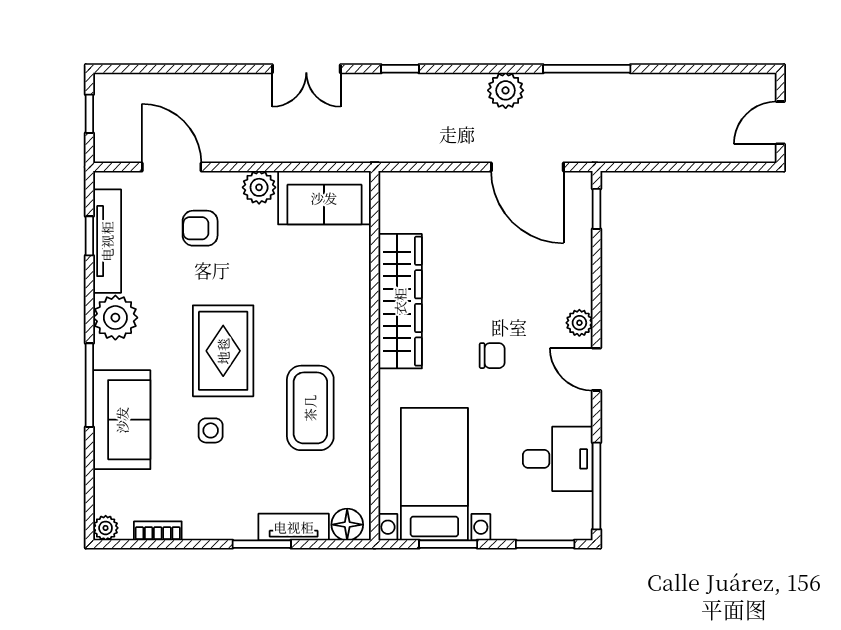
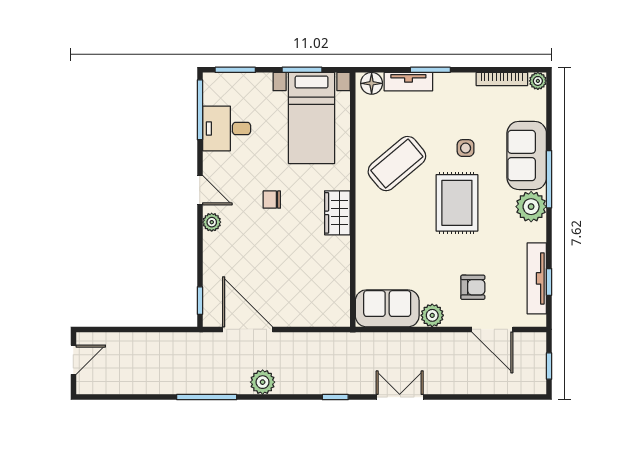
wardrobe: (400, 301) -> (337, 213), width x0.48, depth x0.85
plant: (115, 318) -> (531, 207), moved
coffee table: (310, 408) -> (397, 164), turned 50
bookcase: (158, 531) -> (502, 79), width x1.56

